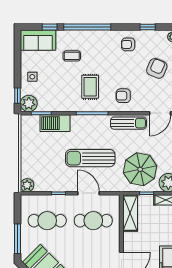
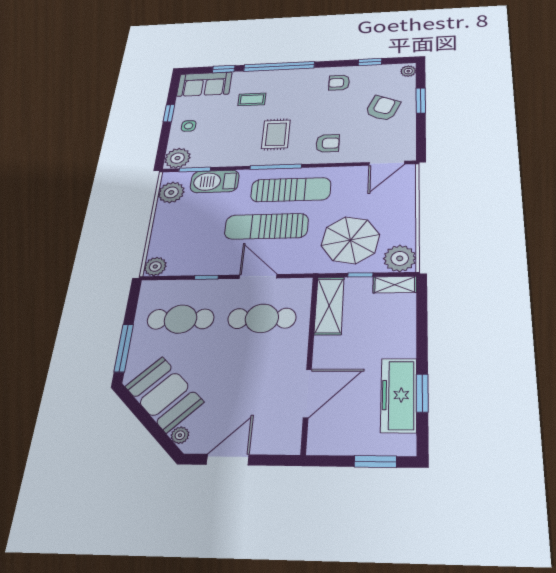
window: (18, 96) -> (169, 113), moved
armchair: (123, 96) -> (328, 143), turned 180
sun lounger: (128, 123) -> (291, 190), moved, width x1.36, depth x1.34
plant: (29, 131) -> (171, 192), added

